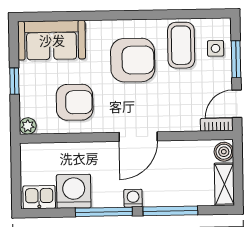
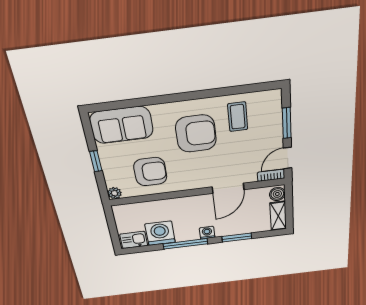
coffee table: (181, 45) -> (238, 117), width x0.73, depth x0.77
side table: (216, 48) -> (268, 116), removed
door: (138, 137) -> (228, 188), moved
window: (170, 211) -> (237, 238), width x0.69

